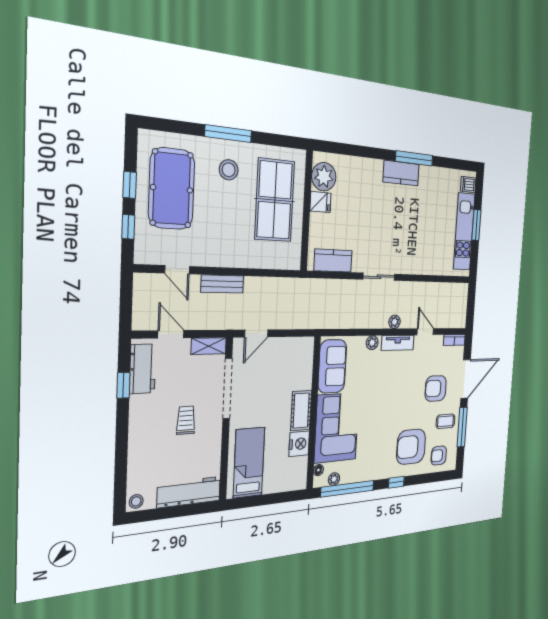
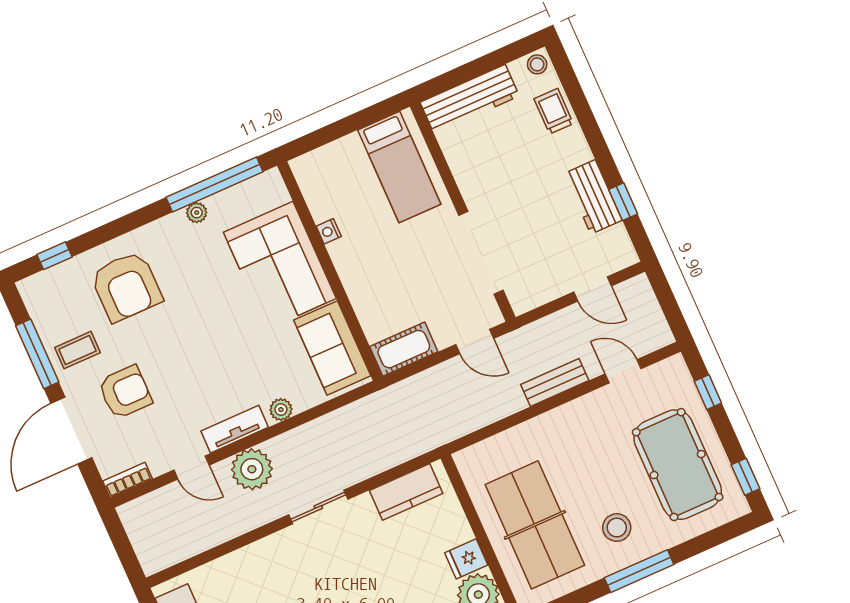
window: (130, 185) -> (745, 477), moved
plant: (395, 322) -> (252, 469), width x1.87, depth x1.87
door: (256, 333) -> (475, 341), swing flipped
shelving: (209, 346) -> (534, 296), removed
workbench: (143, 369) -> (593, 197), moved
cot: (301, 411) -> (404, 349), moved, turned 90
trolley: (186, 420) -> (554, 111), moved, turned 180
nightstand: (299, 444) -> (329, 231), width x0.53, depth x0.56
armchair: (411, 447) -> (126, 286), turned 90
armchair: (439, 455) -> (63, 293), removed
floor lamp: (318, 470) -> (280, 195), removed
plant: (334, 479) -> (197, 213), moved
window: (396, 482) -> (54, 256), moved

